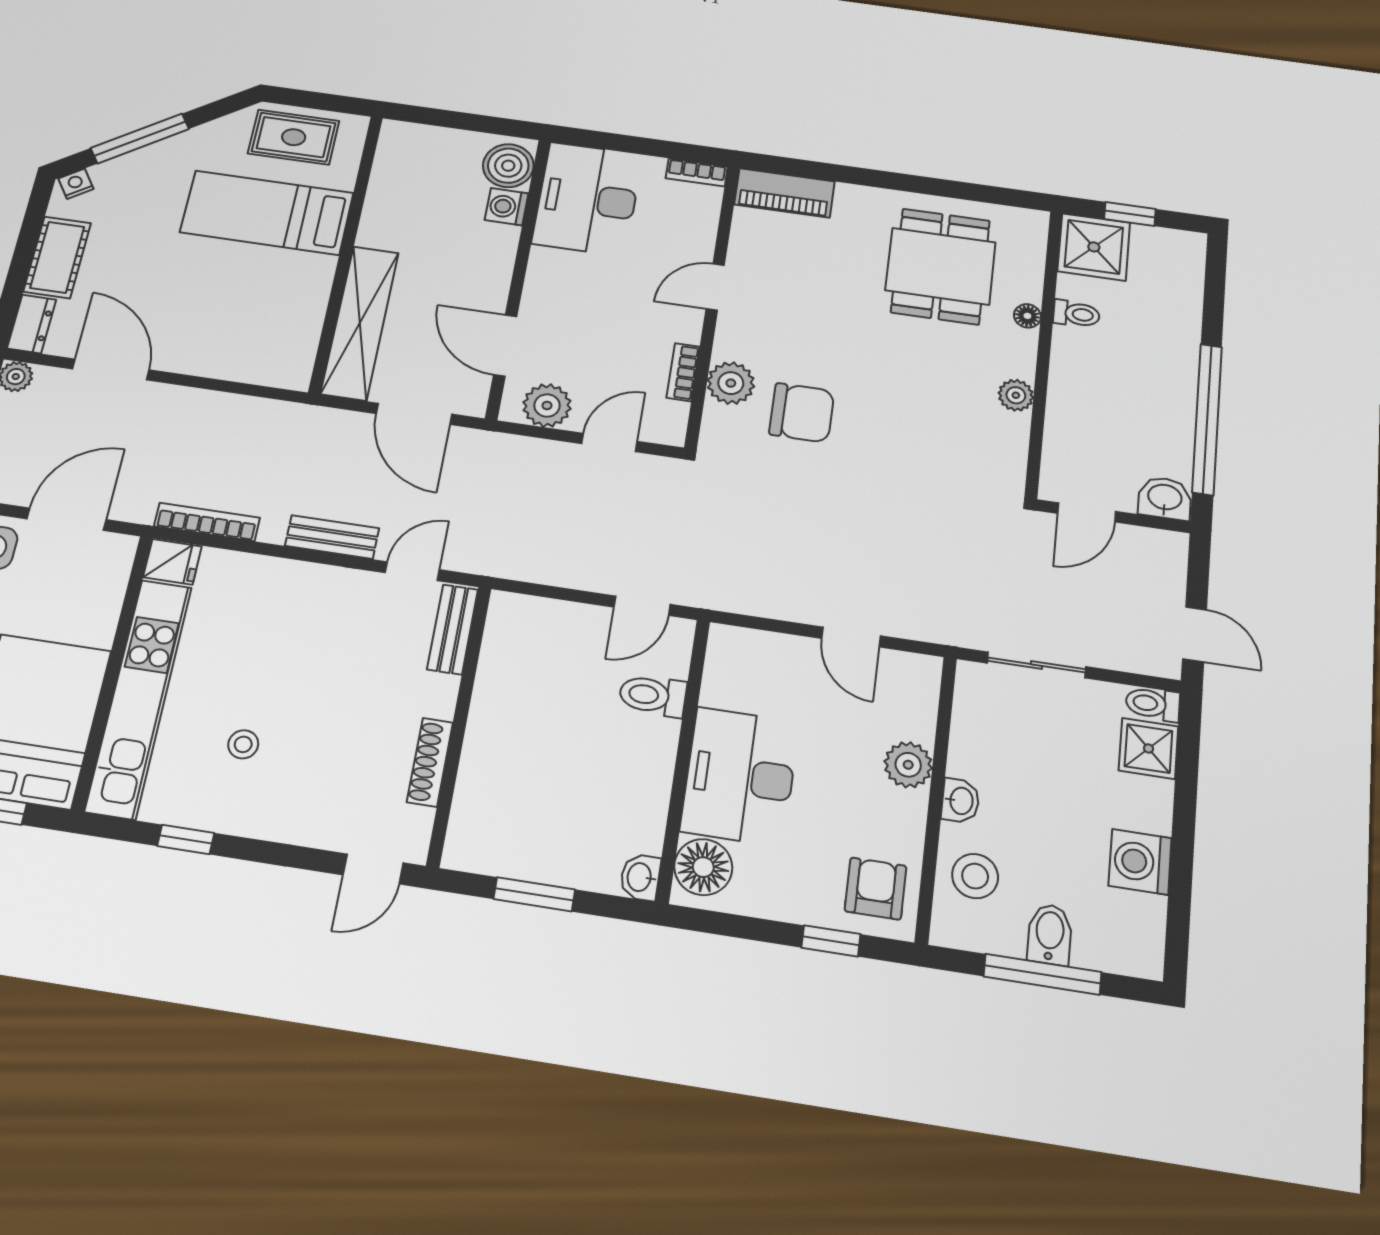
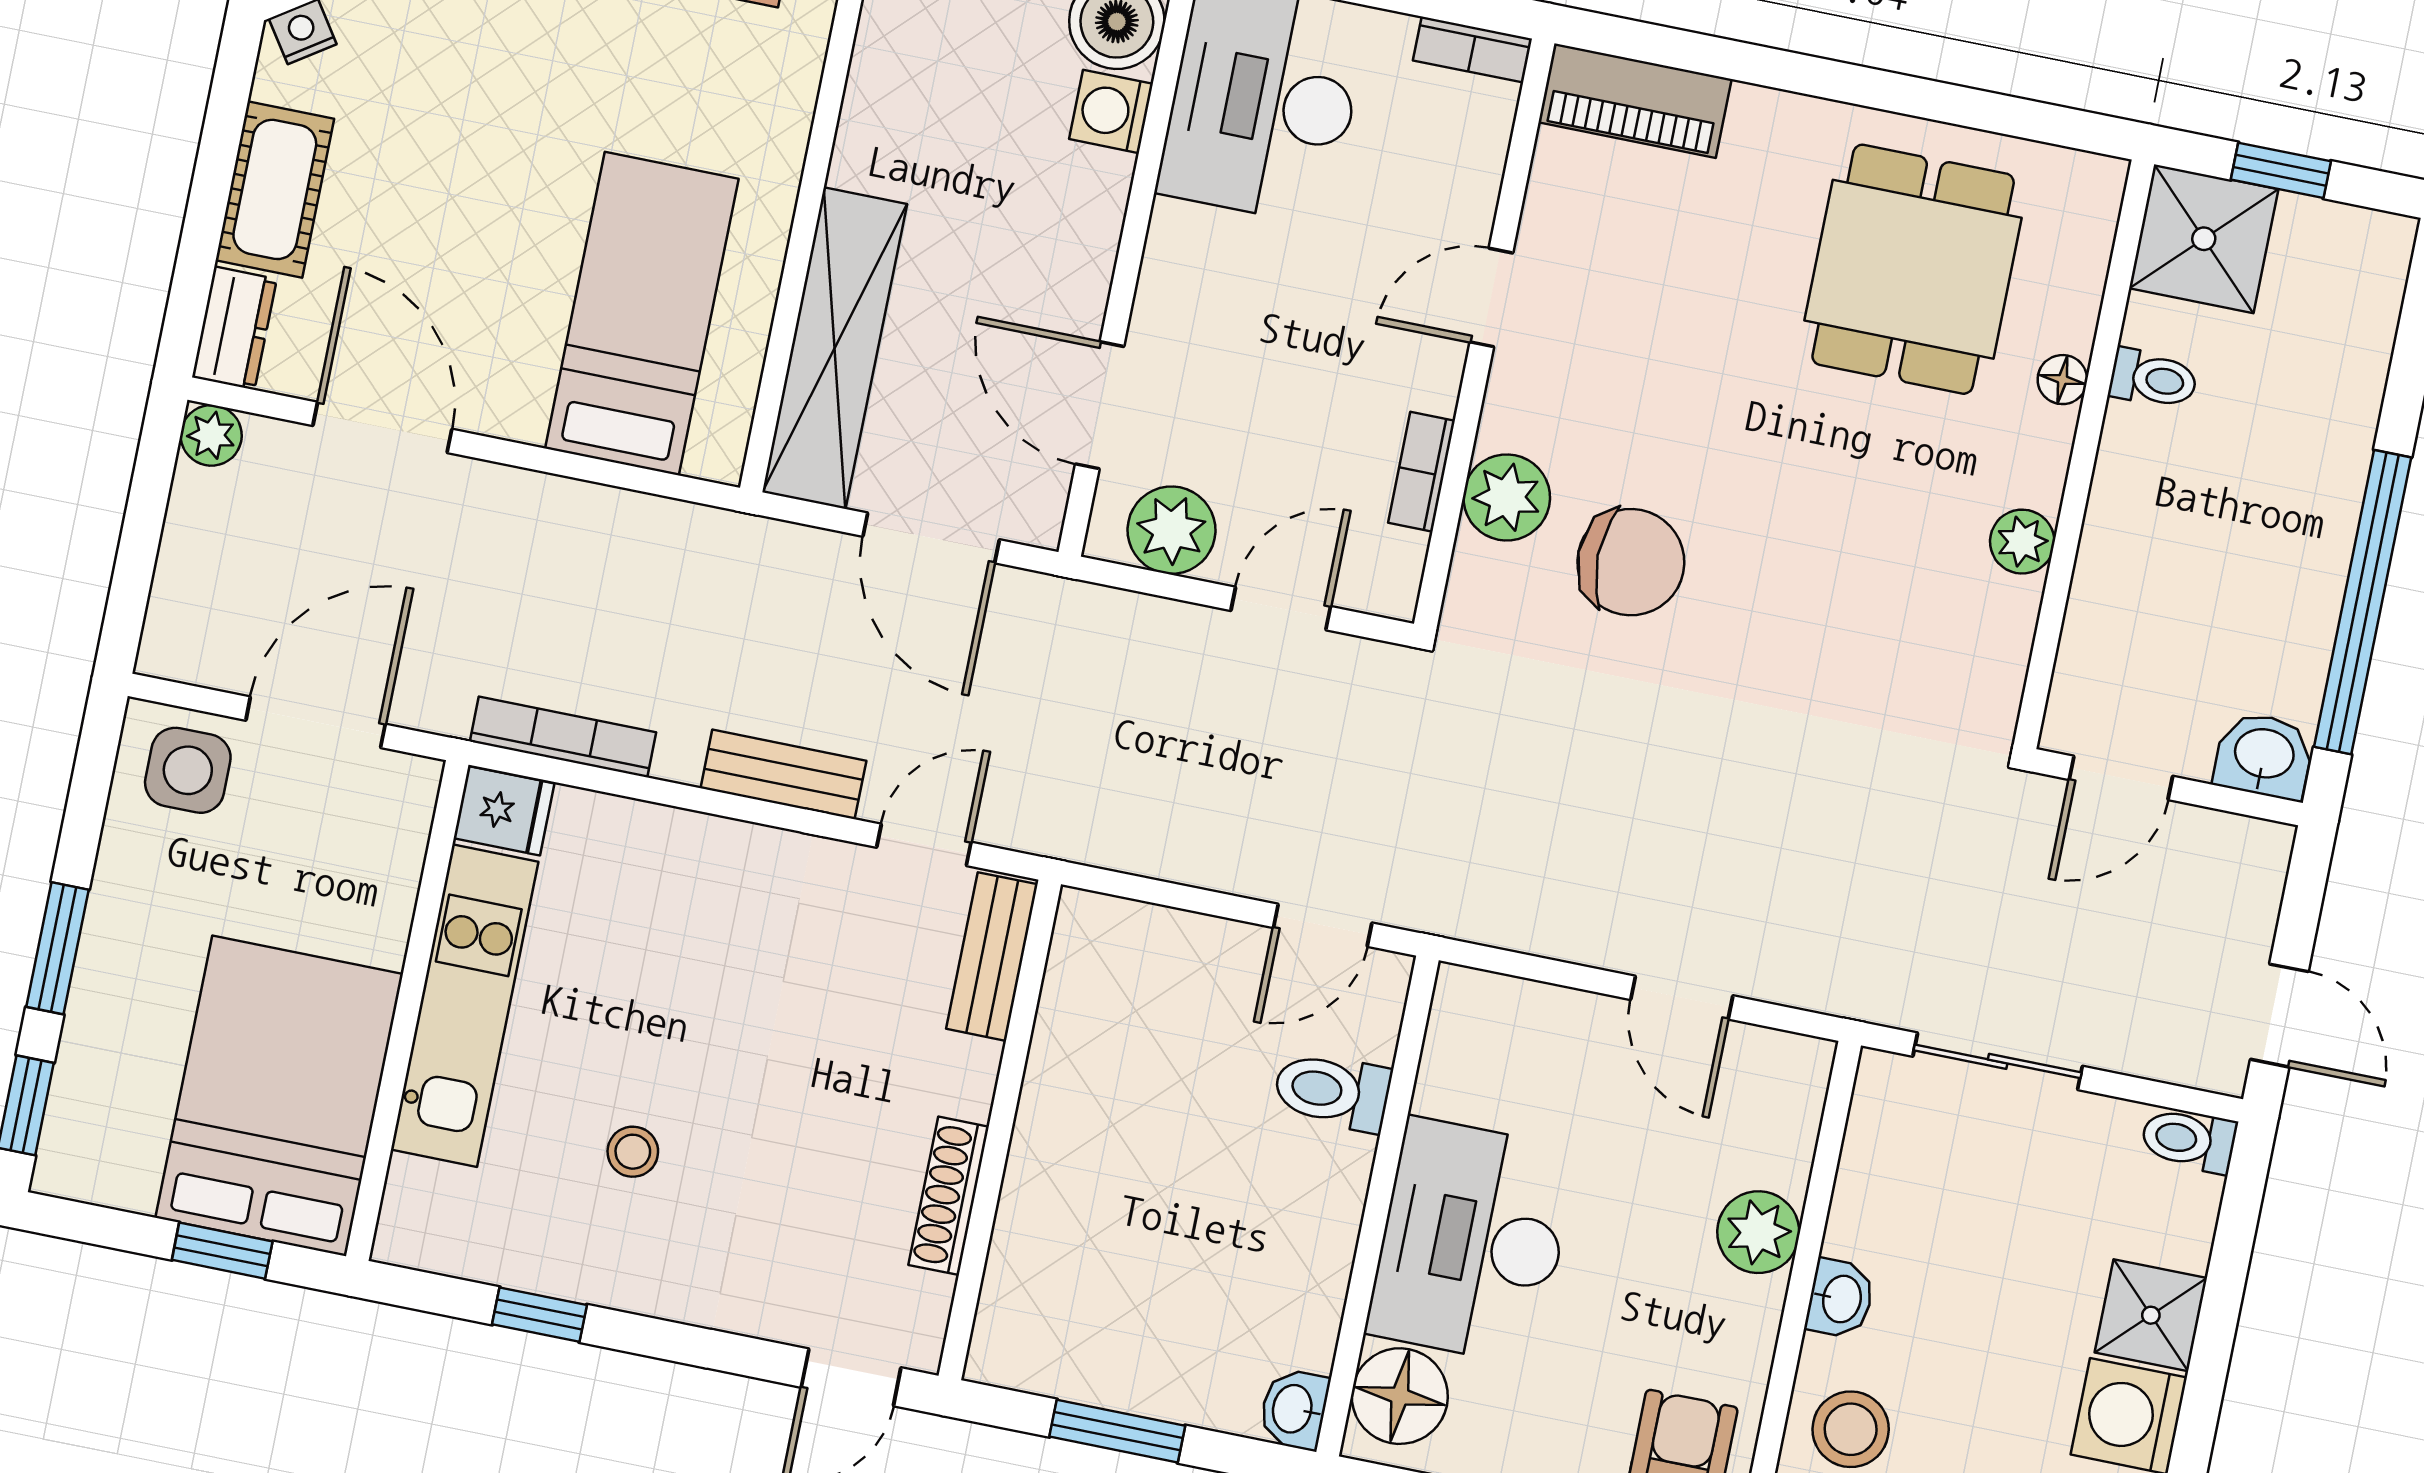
bed: (267, 213) -> (642, 314), moved, turned 90
kitchen unit: (139, 698) -> (465, 1006), width x0.73
shower: (1148, 748) -> (2151, 1315), moved

